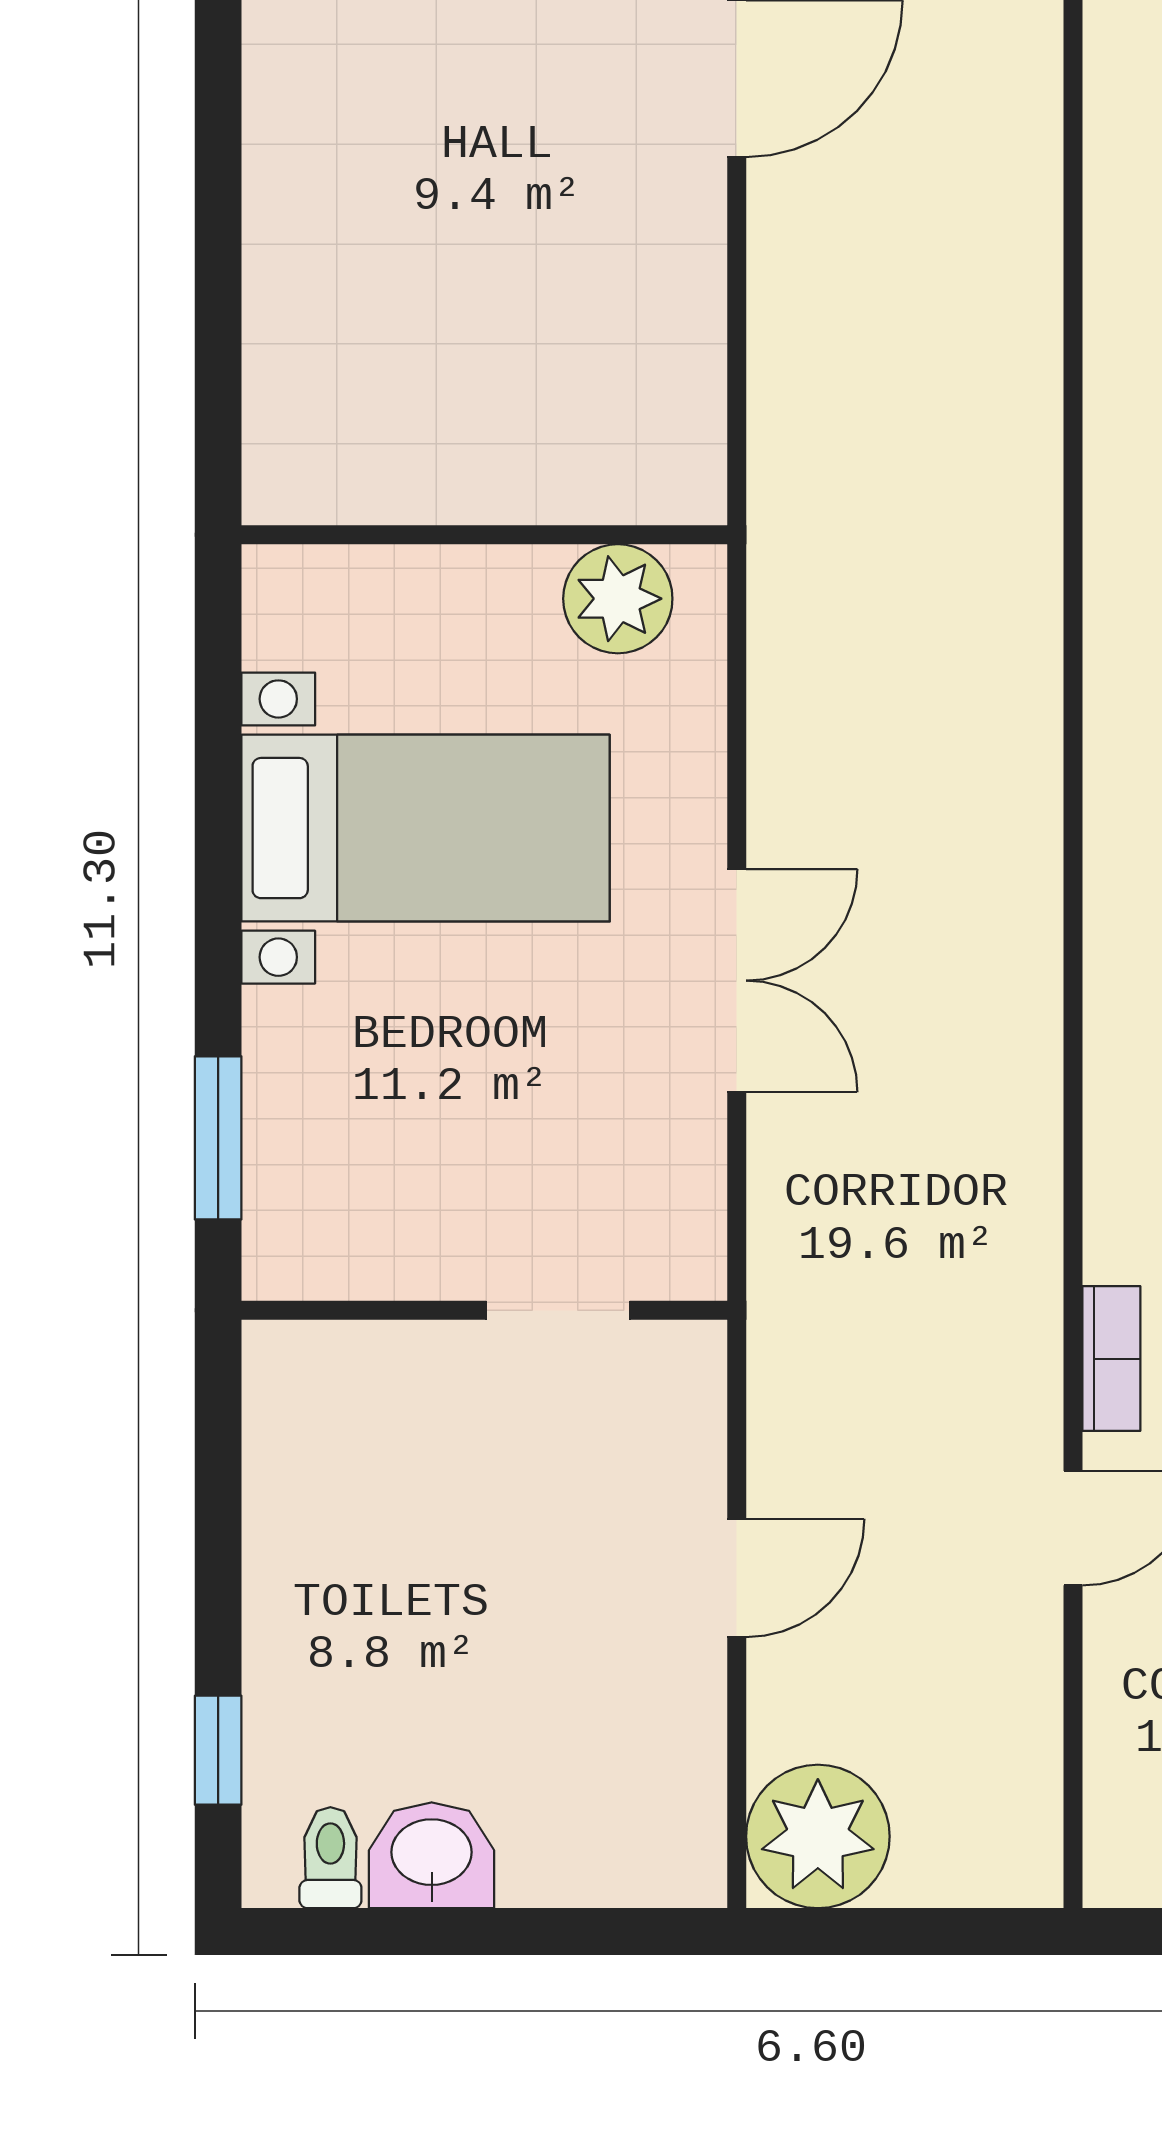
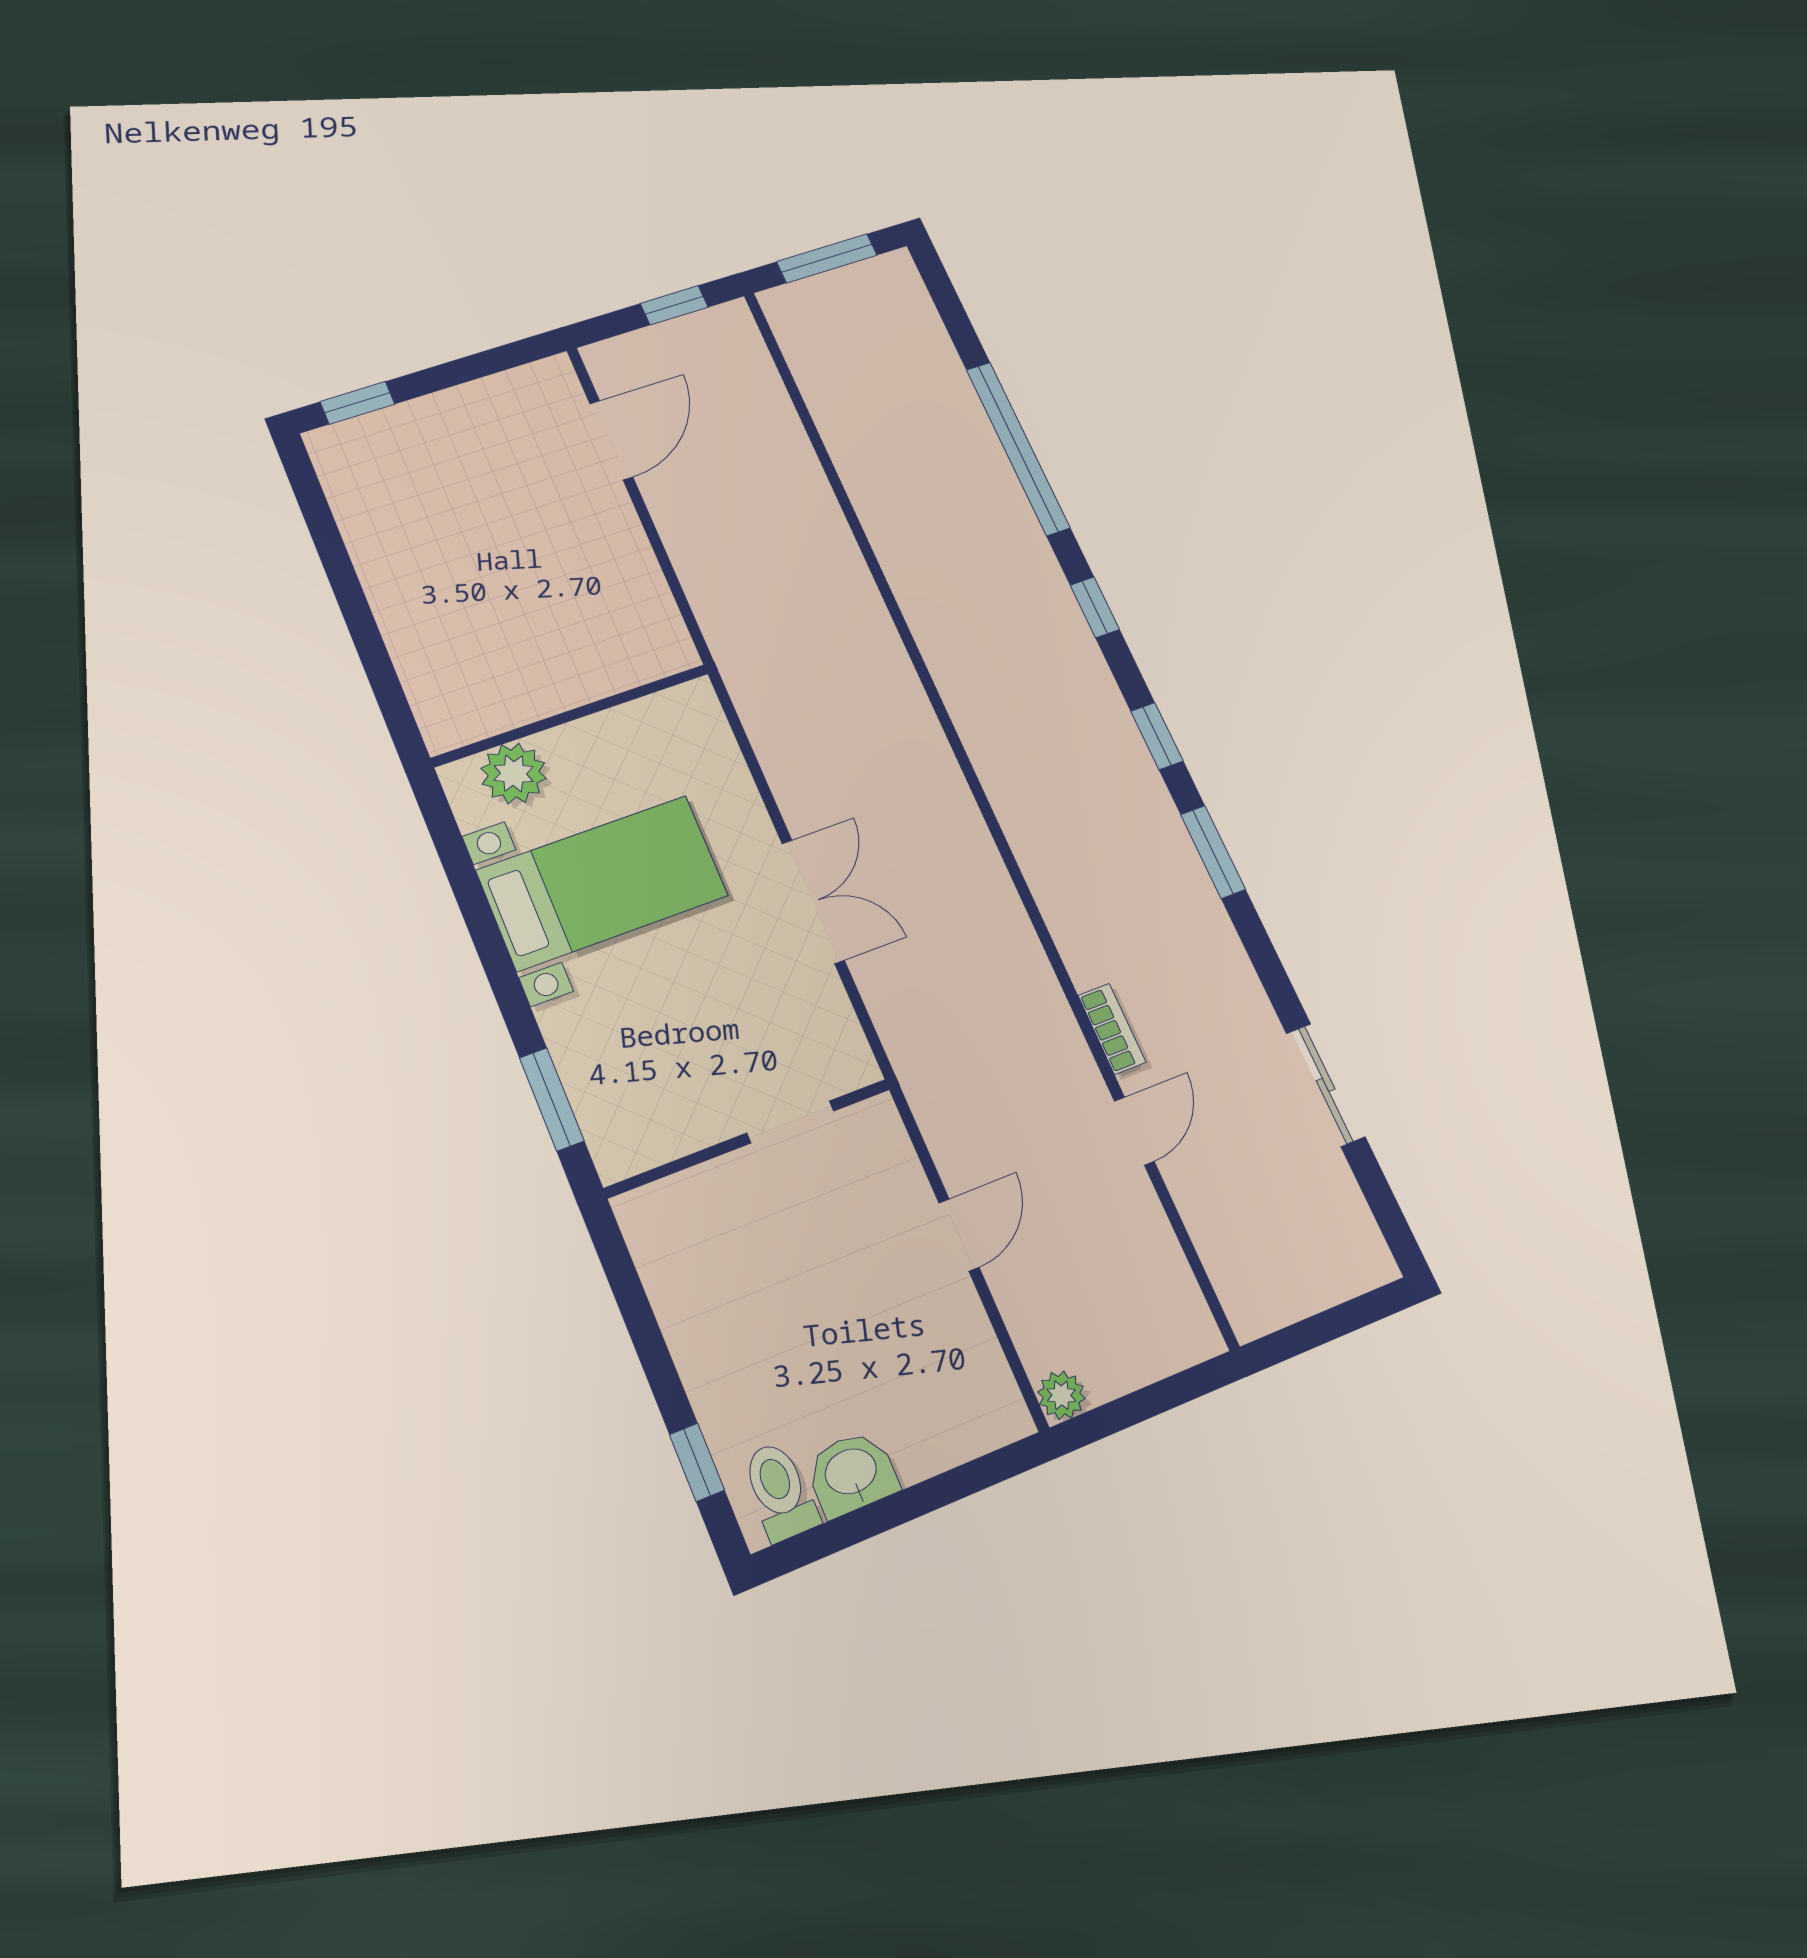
plant: (618, 599) -> (514, 773), moved
plant: (818, 1836) -> (1061, 1395), width x0.53, depth x0.53
toilet: (330, 1858) -> (780, 1491), width x1.37, depth x1.39

